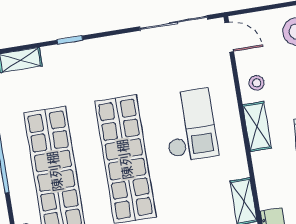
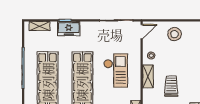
door: (229, 37) -> (142, 32), hinge flipped
freezer: (80, 56) -> (69, 29), added

